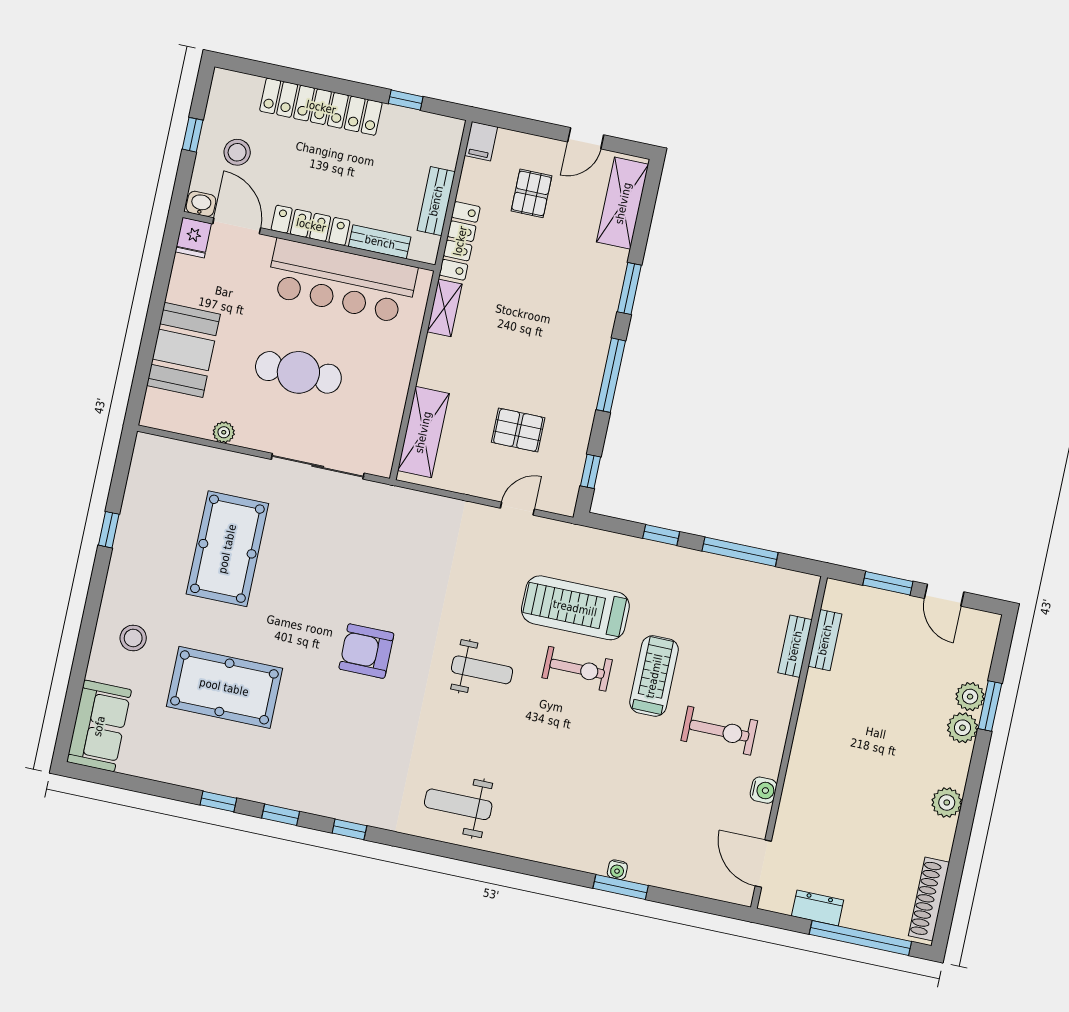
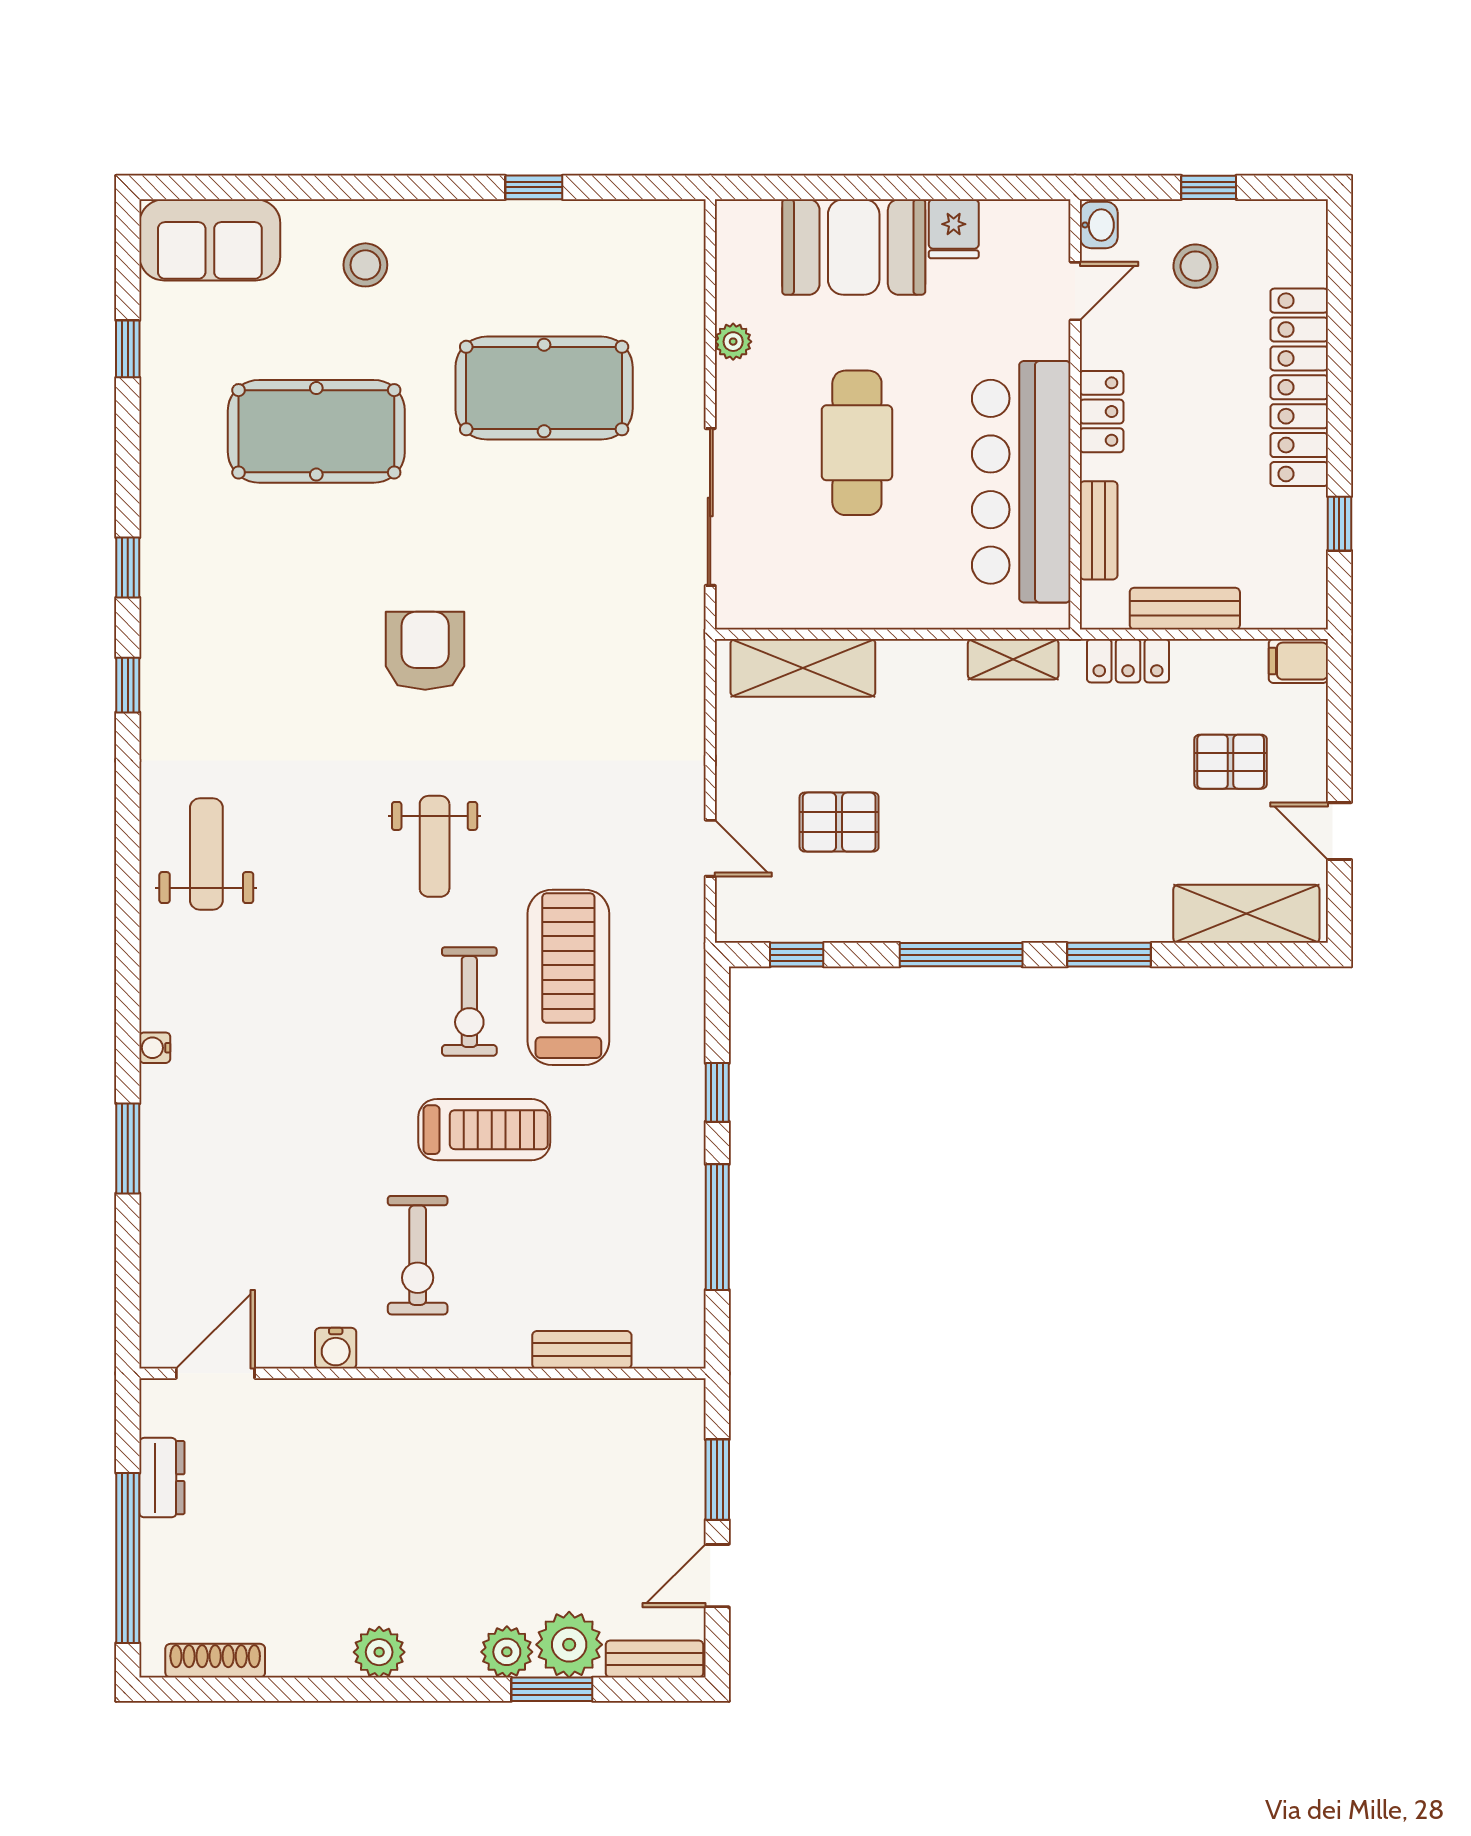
locker: (311, 225) -> (1102, 412), width x0.66
door: (237, 226) -> (1075, 291), width x0.73
fridge: (193, 238) -> (954, 229), moved, turned -90
locker: (460, 241) -> (1128, 661), width x0.66
pallet: (518, 430) -> (839, 822), turned 90
bench: (825, 640) -> (654, 1659), moved
pool table: (224, 687) -> (316, 431), turned 90
plant: (970, 697) -> (569, 1645), width x1.36, depth x1.36
window: (218, 801) -> (128, 349), moved
water cooler: (617, 870) -> (155, 1048), moved
shoe rack: (929, 899) -> (215, 1661), width x0.74, depth x0.81

